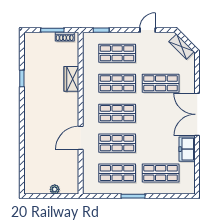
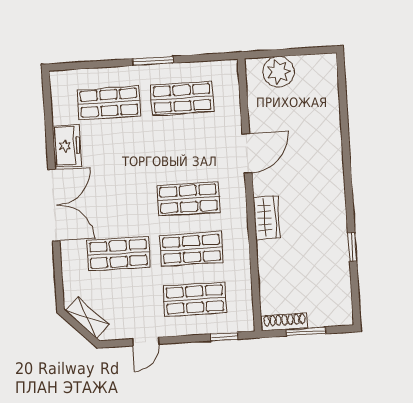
shoe rack: (65, 37) -> (285, 322), width x1.43
wardrobe: (71, 79) -> (267, 218), moved
shop shelf: (117, 143) -> (185, 148), removed
plant: (55, 189) -> (279, 72), width x1.88, depth x1.88

